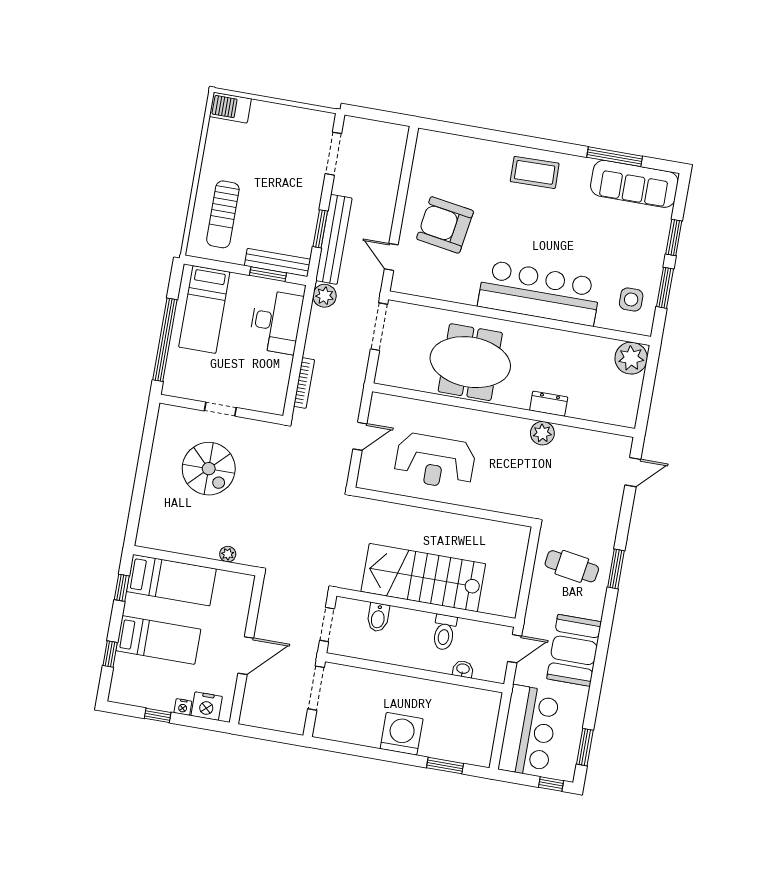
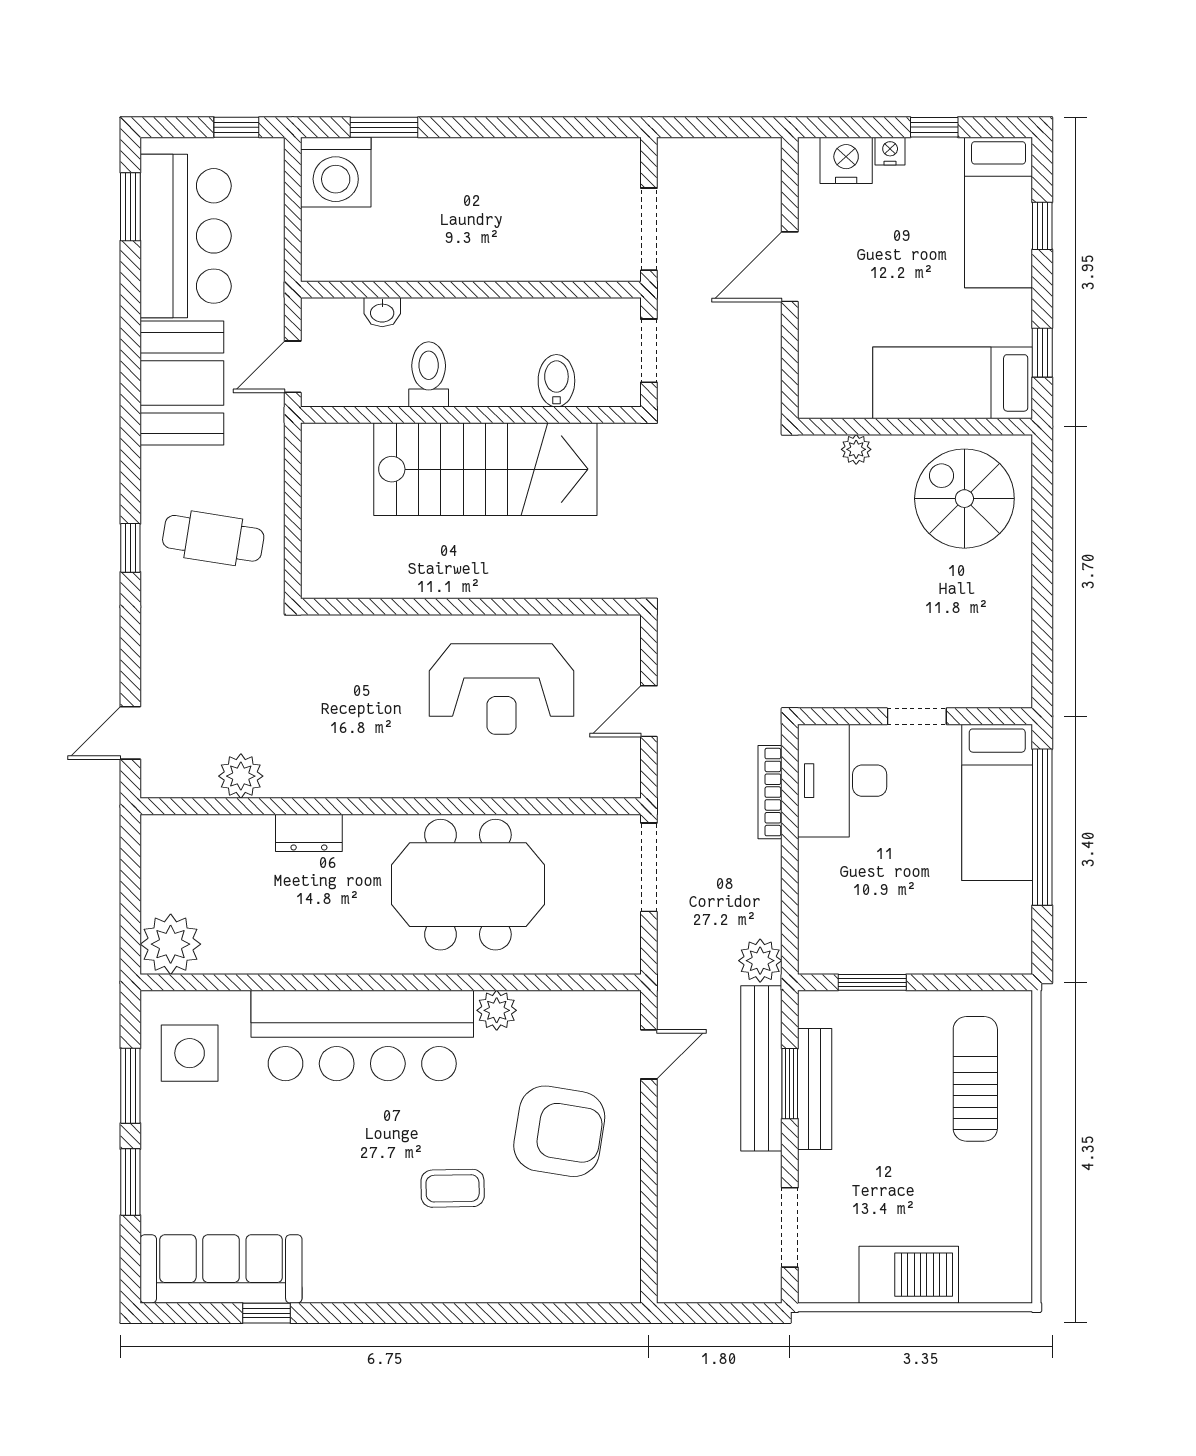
barbecue: (230, 108) -> (909, 1275), moved, width x1.37, depth x1.21
window: (615, 157) -> (267, 1313), width x0.46
coffee table: (535, 172) -> (453, 1188), moved, width x0.73, depth x0.77
door: (391, 257) -> (649, 1054), hinge flipped
bench: (278, 263) -> (815, 1089), moved, turned 90
plant: (467, 294) -> (497, 1010), added
side table: (631, 299) -> (190, 1053), width x1.37, depth x1.37
bed: (204, 309) -> (997, 802), moved, turned 180
desk: (276, 322) -> (842, 781), moved
doorway: (379, 327) -> (649, 867), moved
plant: (542, 433) -> (241, 776), moved
reception desk: (435, 461) -> (502, 689), turned 180
spiral stairs: (209, 469) -> (964, 499), moved
window: (616, 569) -> (130, 548), width x0.67
bed: (158, 640) -> (999, 212), moved, turned -90
bar counter: (529, 731) -> (186, 236), moved, turned 180
washing machine: (402, 734) -> (336, 172), moved
window: (551, 784) -> (236, 127), moved

